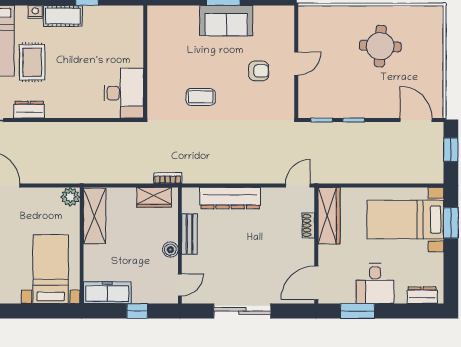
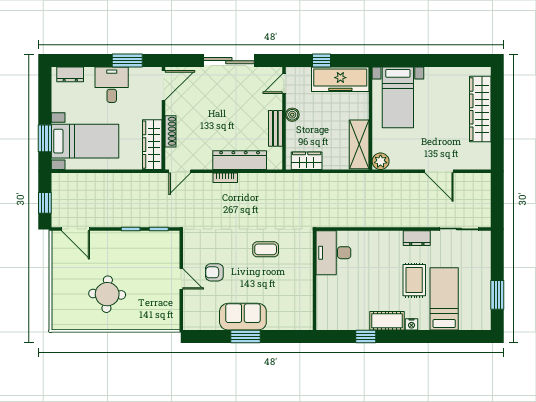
door: (296, 64) -> (181, 279), swing flipped
bookcase: (168, 178) -> (225, 178), moved
shoe rack: (308, 225) -> (171, 131), width x1.43
freezer: (107, 293) -> (340, 79), width x1.36, depth x1.26

